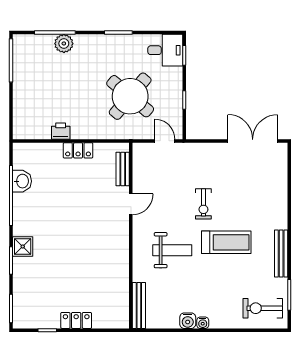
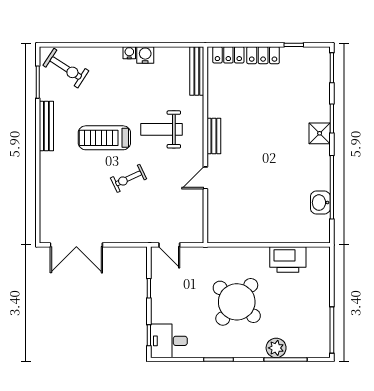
round table: (130, 96) -> (237, 302), moved
printer: (61, 131) -> (288, 260), width x1.87, depth x1.48
locker: (78, 150) -> (228, 55), moved, turned 180
bench: (123, 169) -> (214, 136), moved
exercise bike: (203, 204) -> (129, 178), turned -115
exercise bike: (263, 308) -> (66, 68), turned 33

